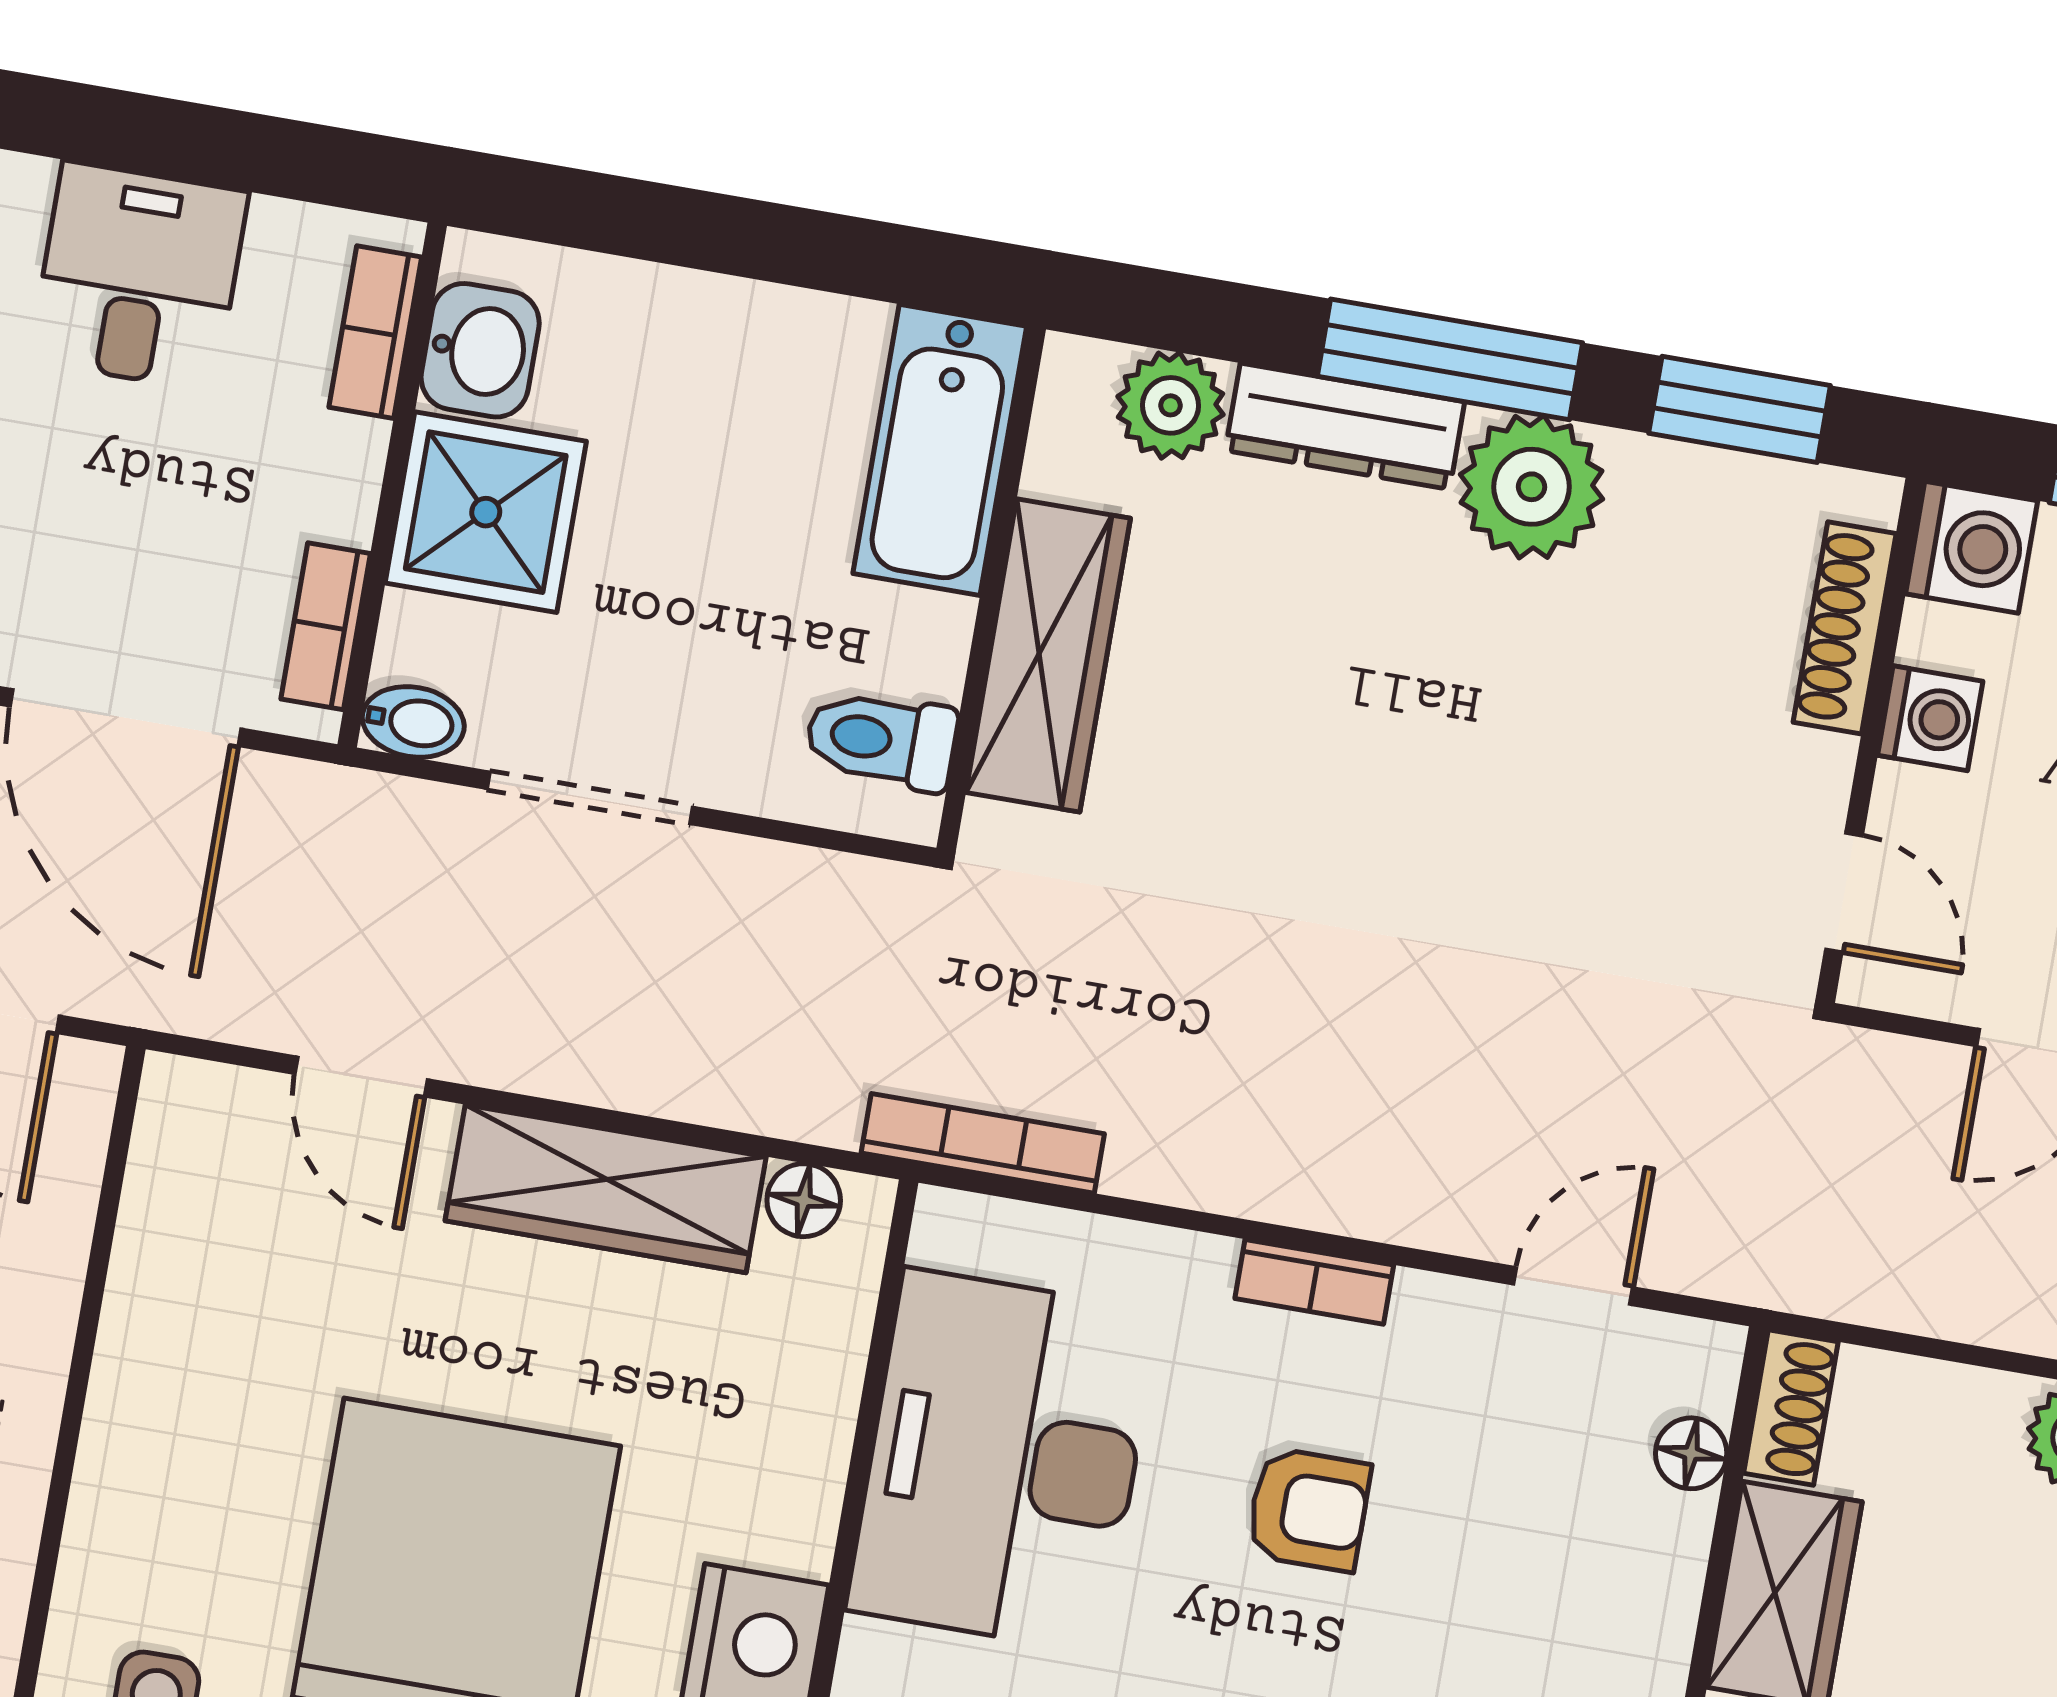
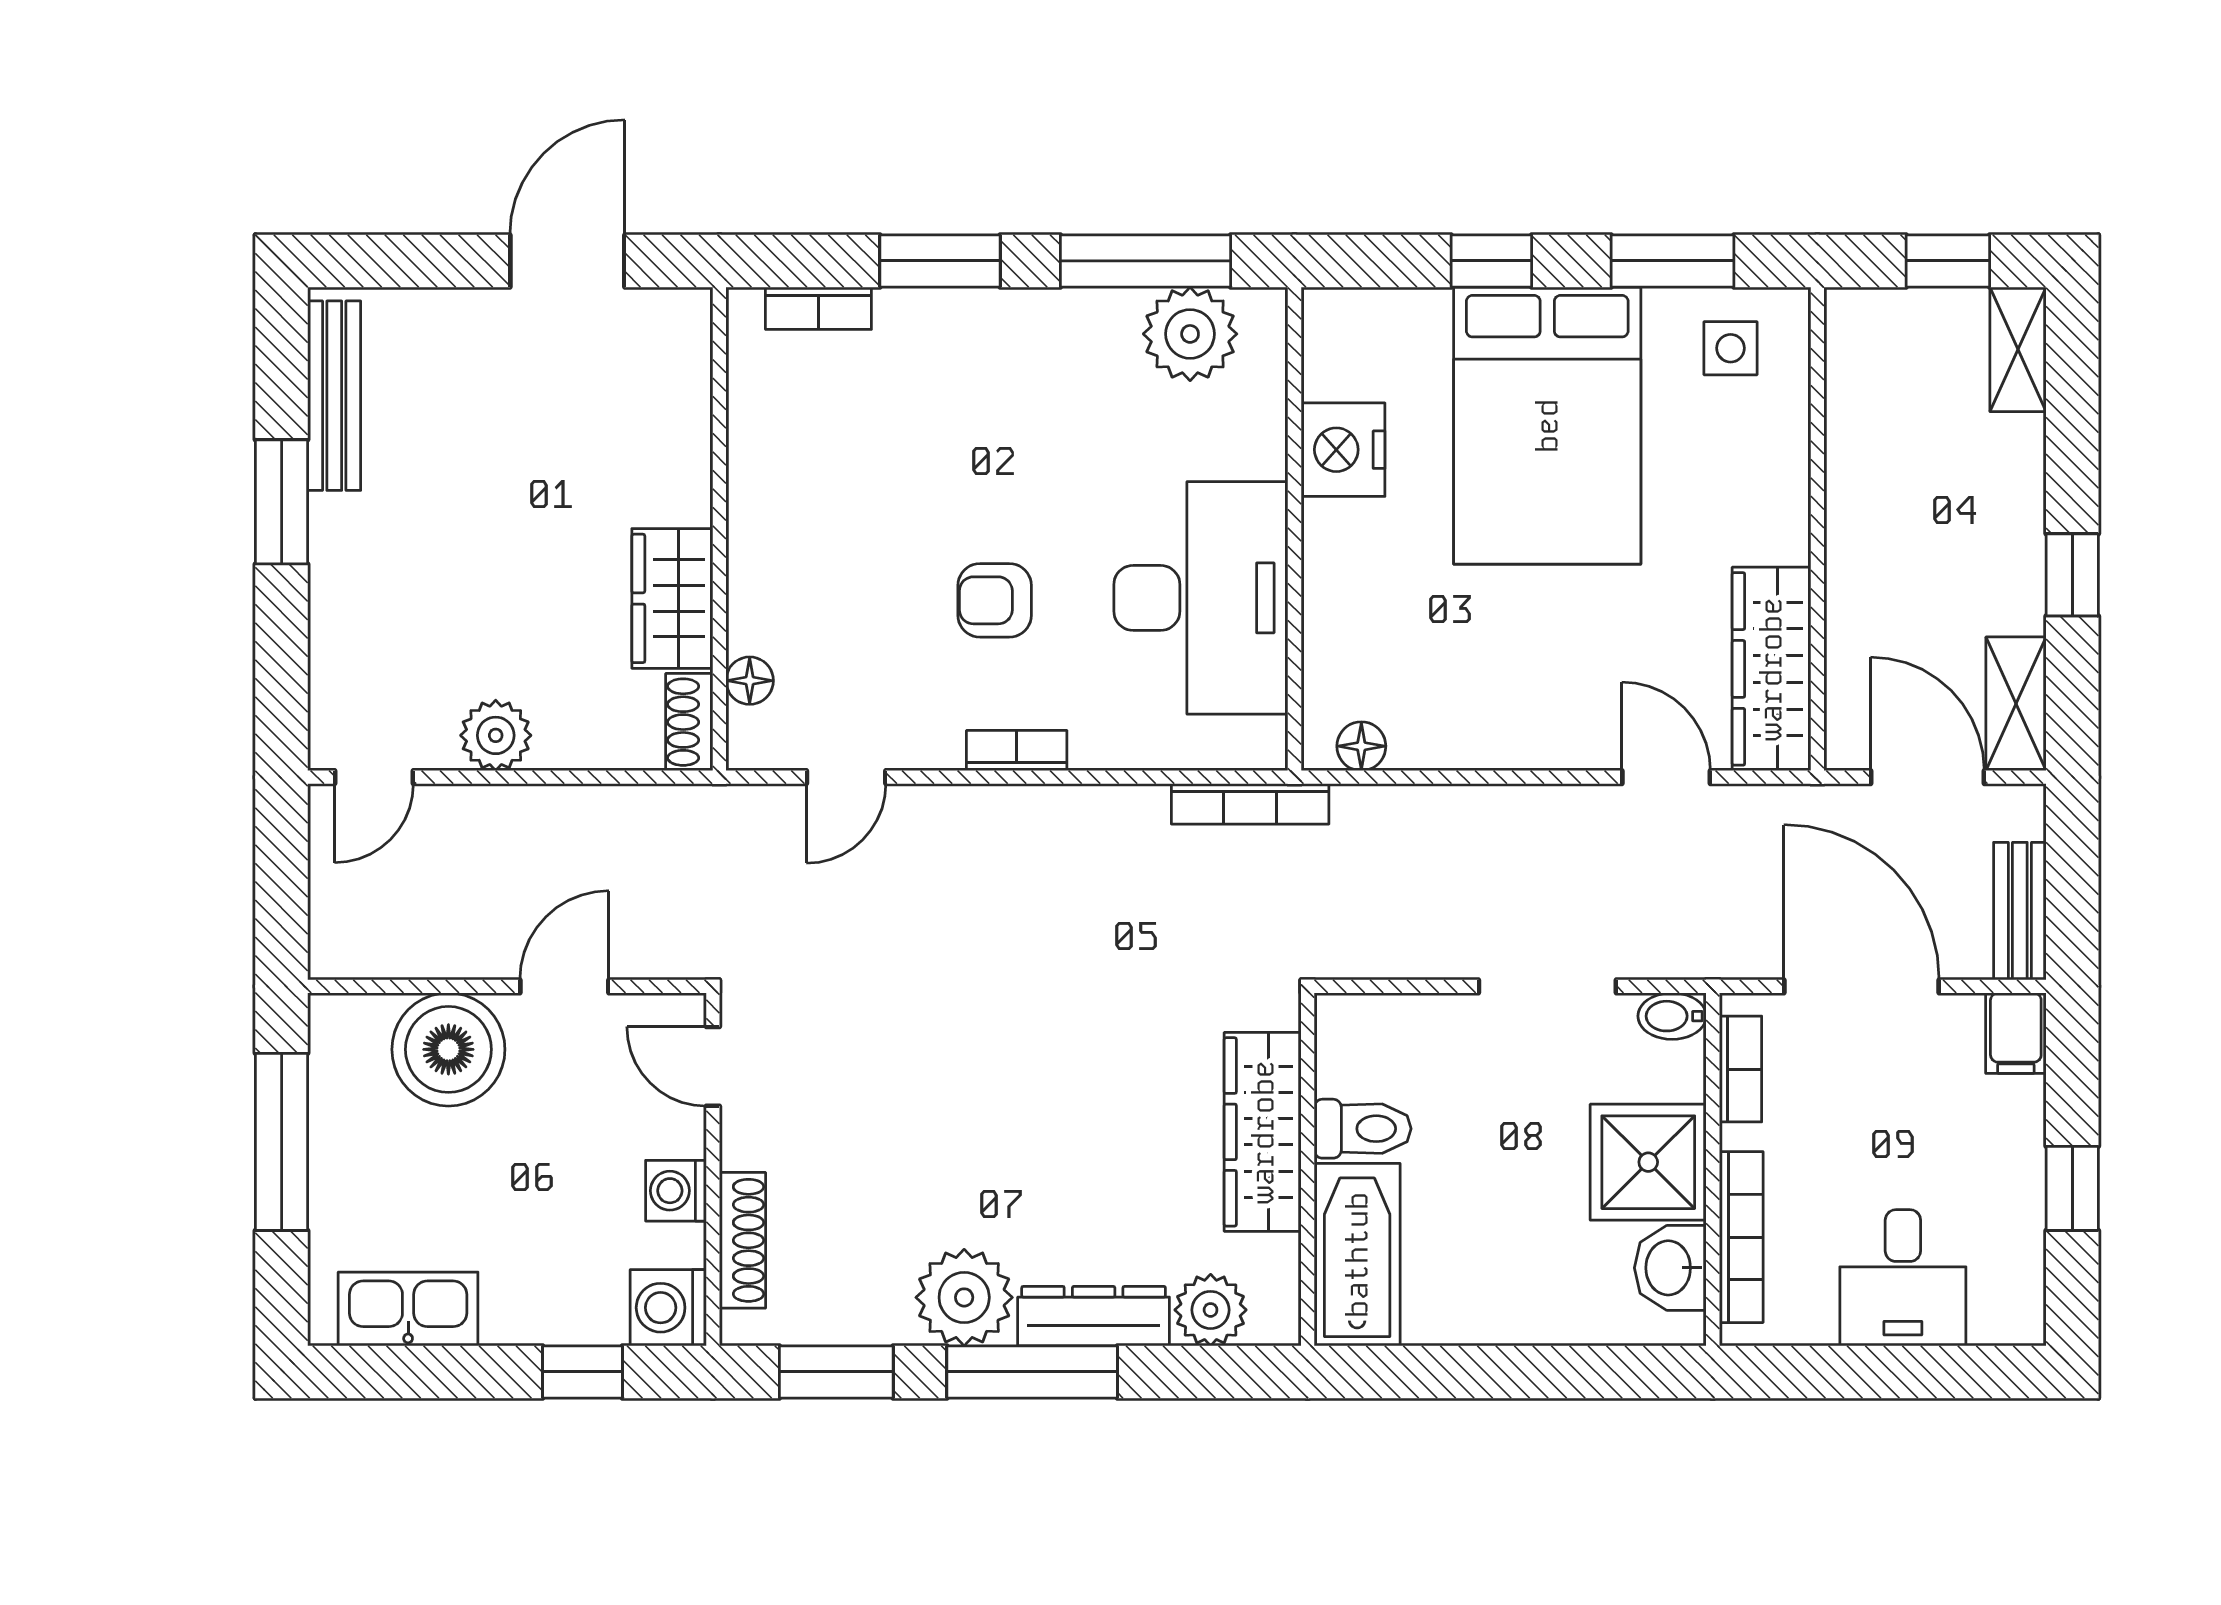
bookcase: (375, 332) -> (1741, 1237), width x1.56
toilet: (881, 740) -> (1363, 1129), moved
wardrobe: (606, 1189) -> (1771, 669), moved, turned -90

